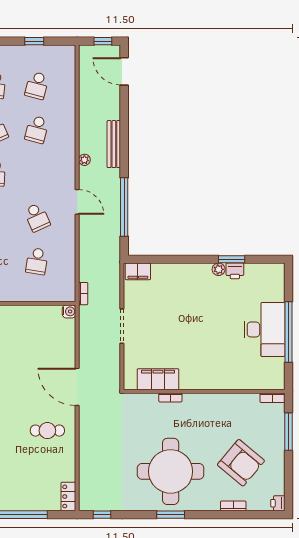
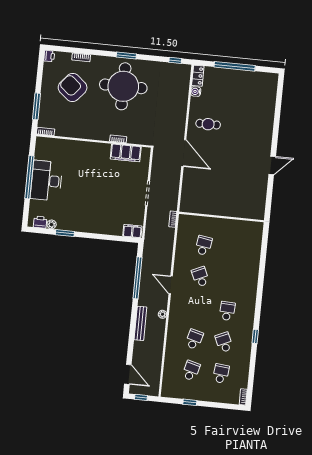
plant: (219, 269) -> (52, 224), moved
printer: (235, 271) -> (40, 222), moved
water cooler: (69, 311) -> (196, 92), moved

